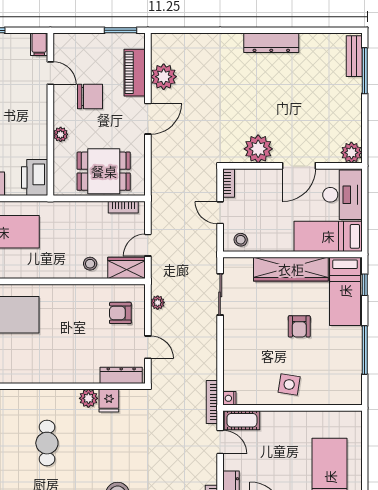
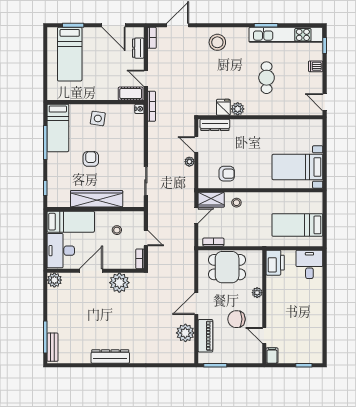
stool: (241, 240) -> (117, 230), moved
bed: (345, 291) -> (58, 128), moved, turned 180
plant: (158, 303) -> (189, 162), moved
armchair: (120, 313) -> (227, 174), moved

